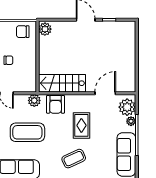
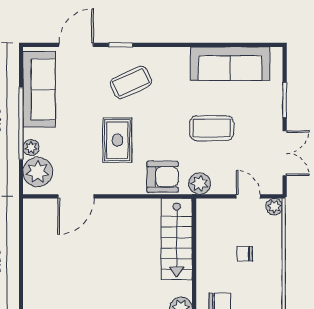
stairs: (62, 83) -> (177, 239), moved, turned 90
armchair: (56, 104) -> (163, 177), turned 90
coffee table: (27, 132) -> (212, 128), width x0.73, depth x0.76

